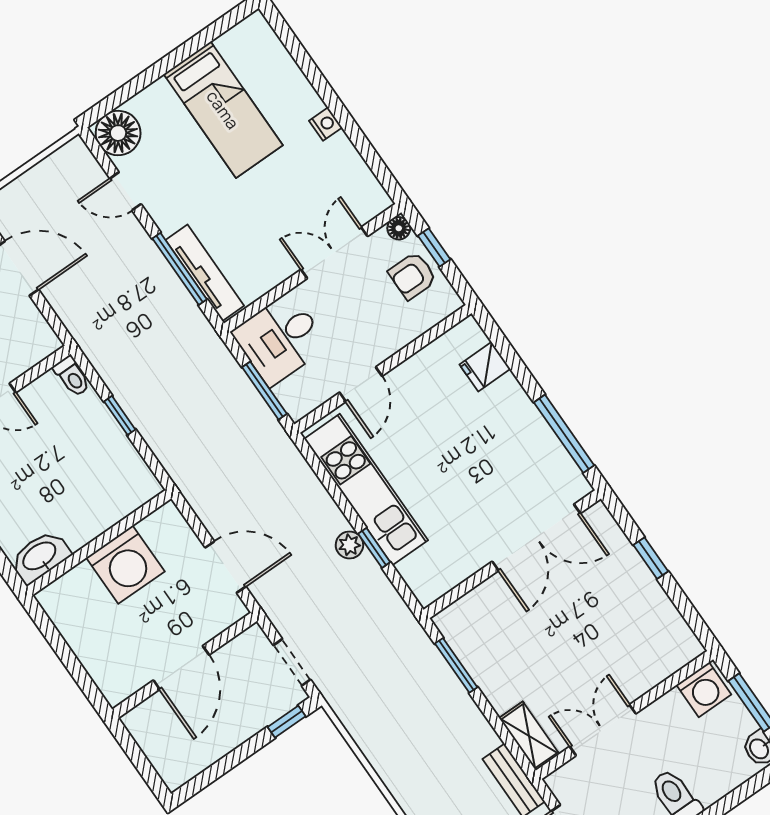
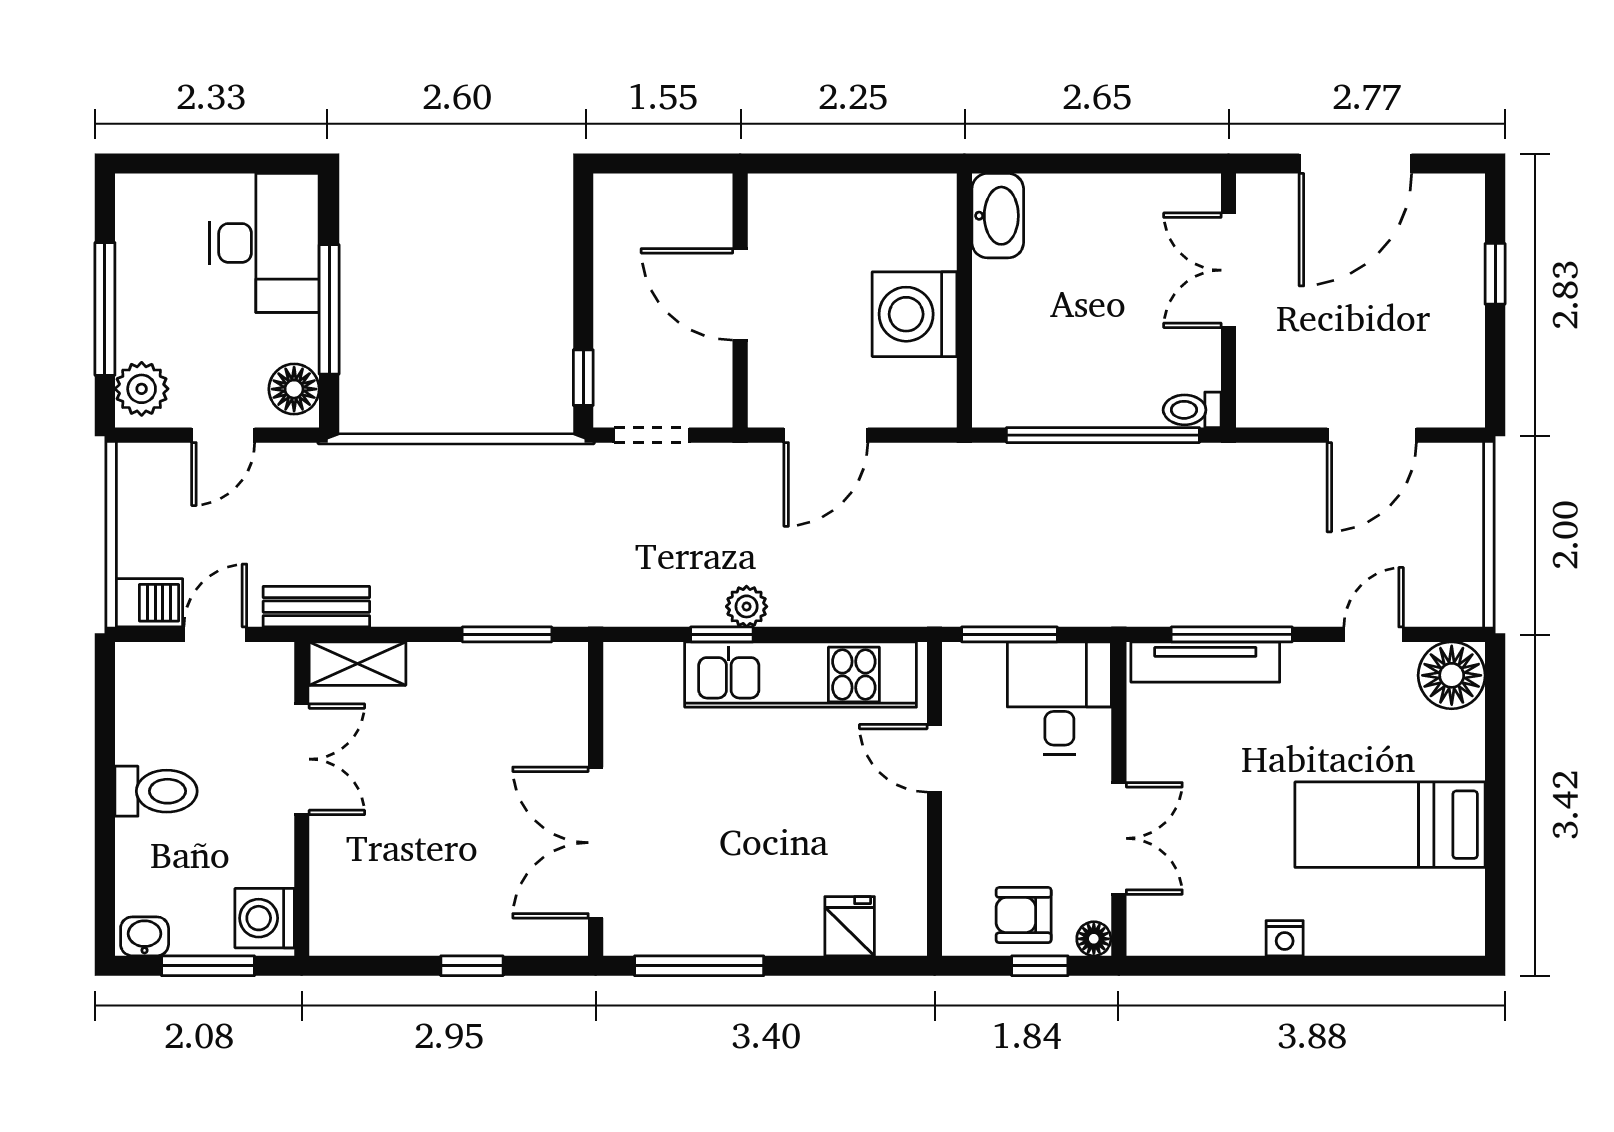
armchair: (413, 276) -> (1024, 915), turned -90
window: (120, 415) -> (1103, 435), width x3.17

